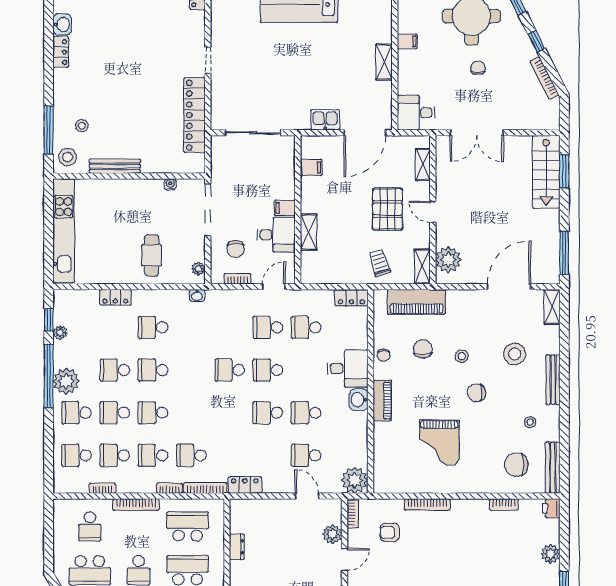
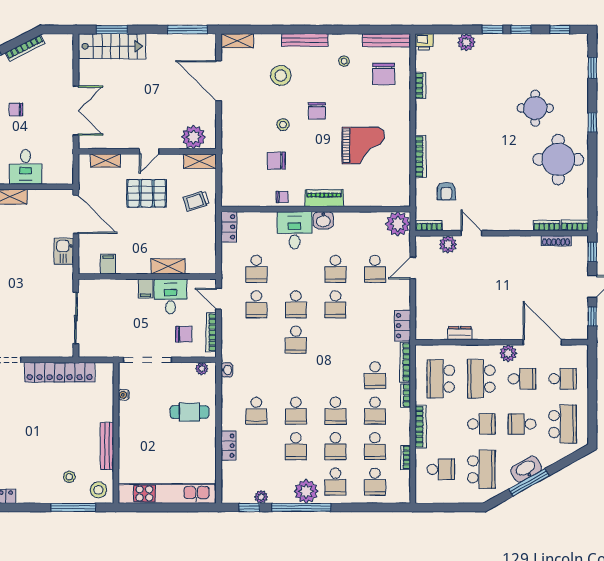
desk: (416, 113) -> (26, 167), moved
bookcase: (238, 279) -> (211, 332), width x1.56
piano: (416, 302) -> (233, 166), removed

